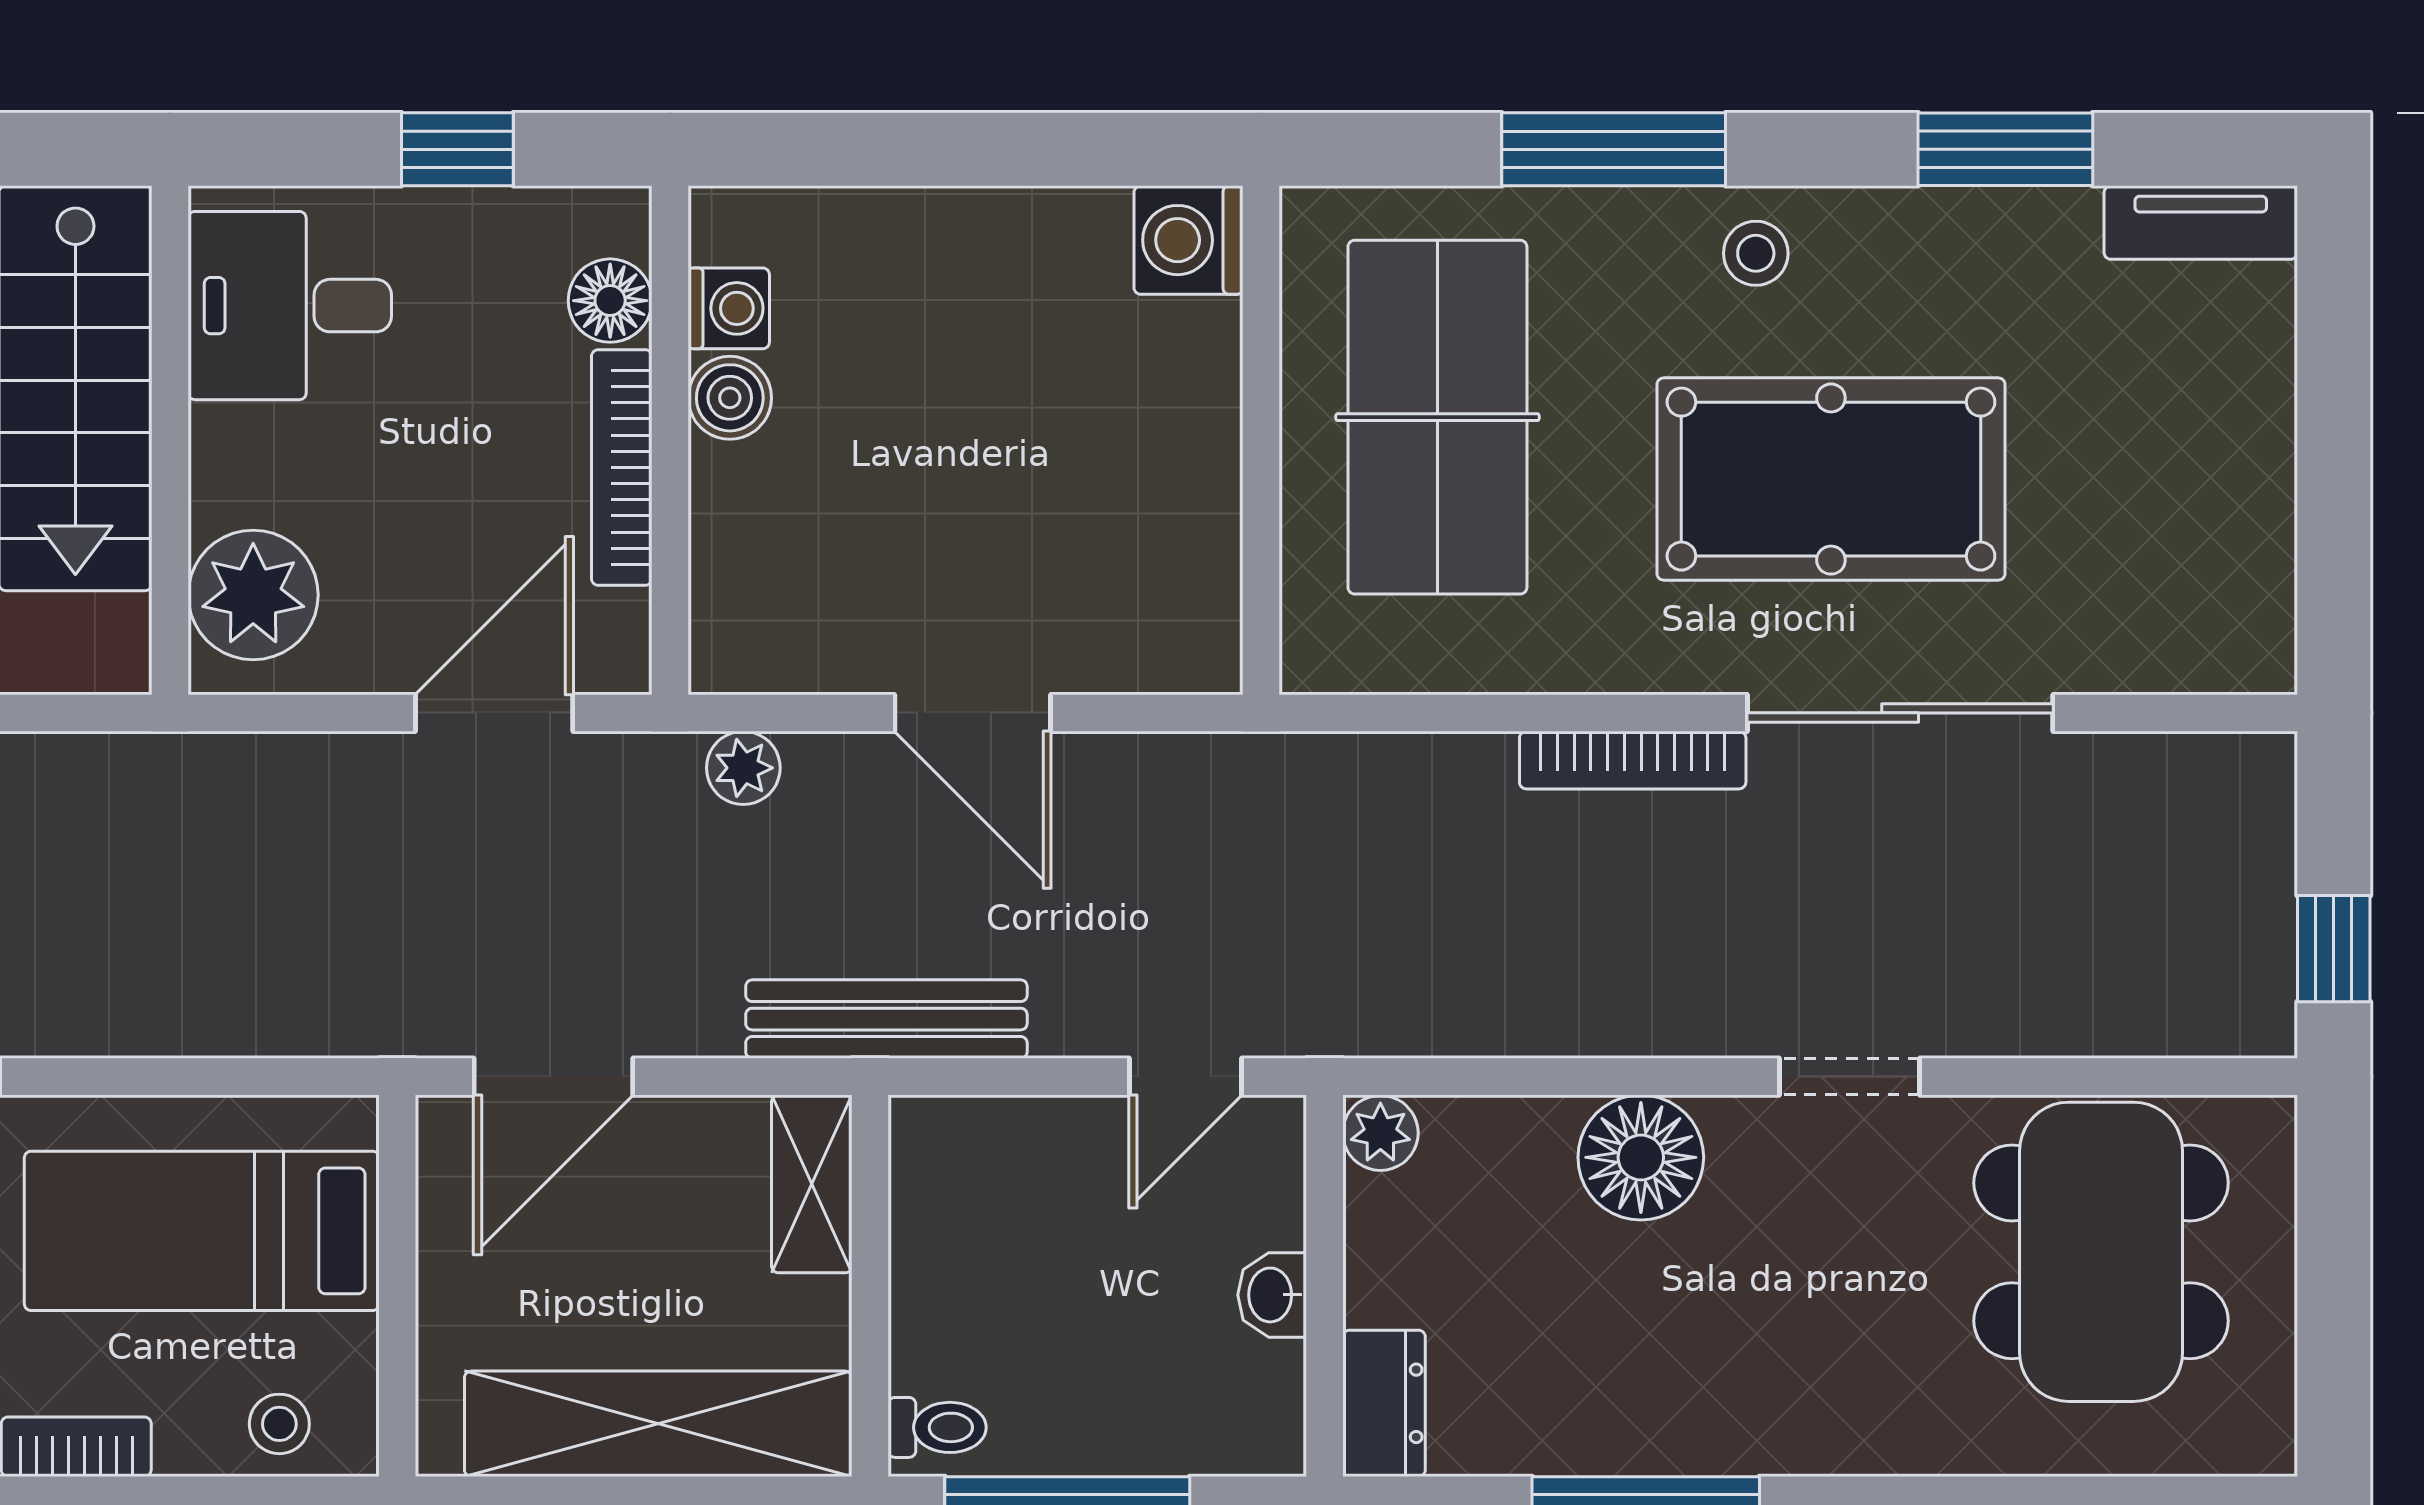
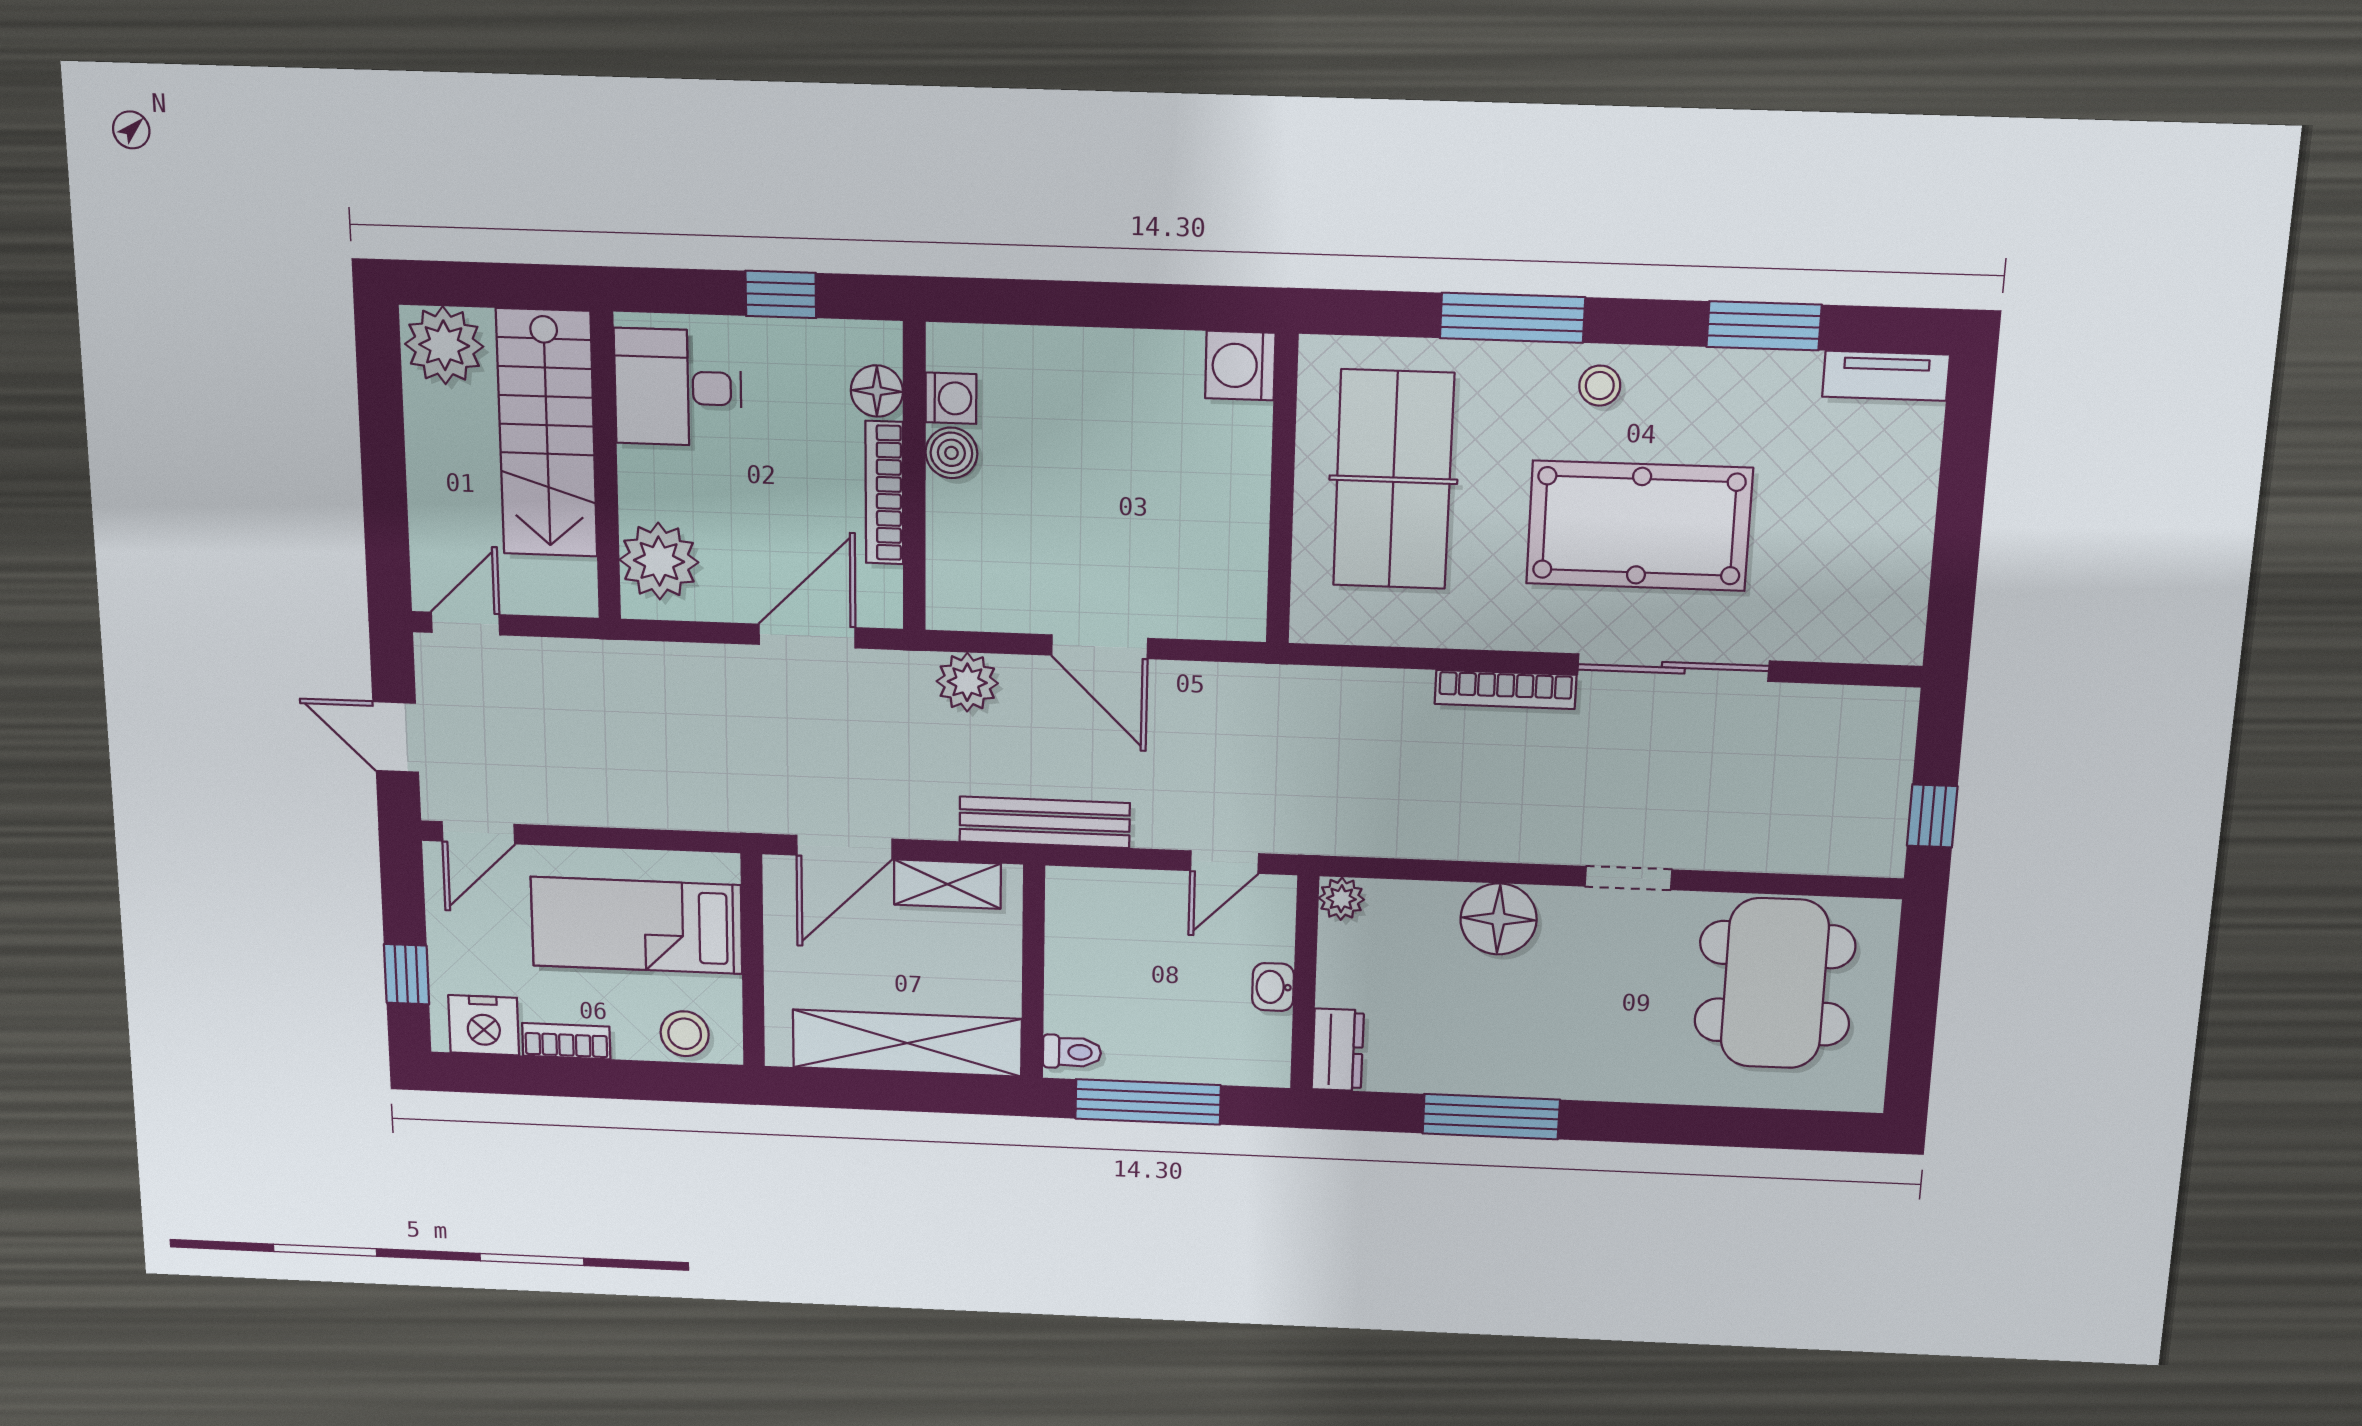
plant: (743, 768) -> (967, 682), width x1.38, depth x1.38
shelving: (812, 1184) -> (947, 884), moved, turned 90
stool: (279, 1424) -> (685, 1034), width x1.37, depth x1.37

